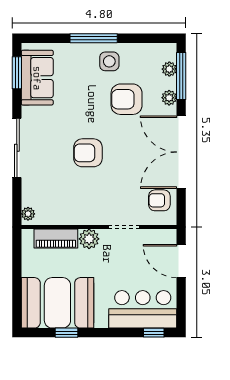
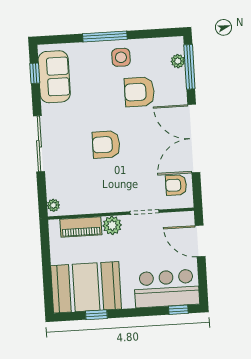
window: (17, 73) -> (35, 73), width x0.67
plant: (169, 98) -> (179, 88), removed

